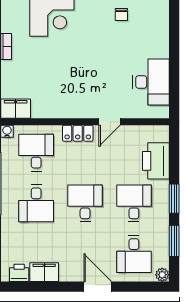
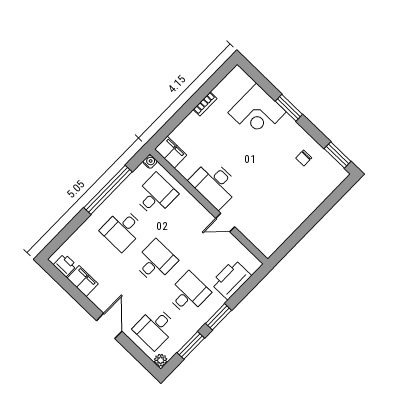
desk: (151, 82) -> (215, 184), moved, turned 90
locker: (78, 133) -> (196, 209), removed

